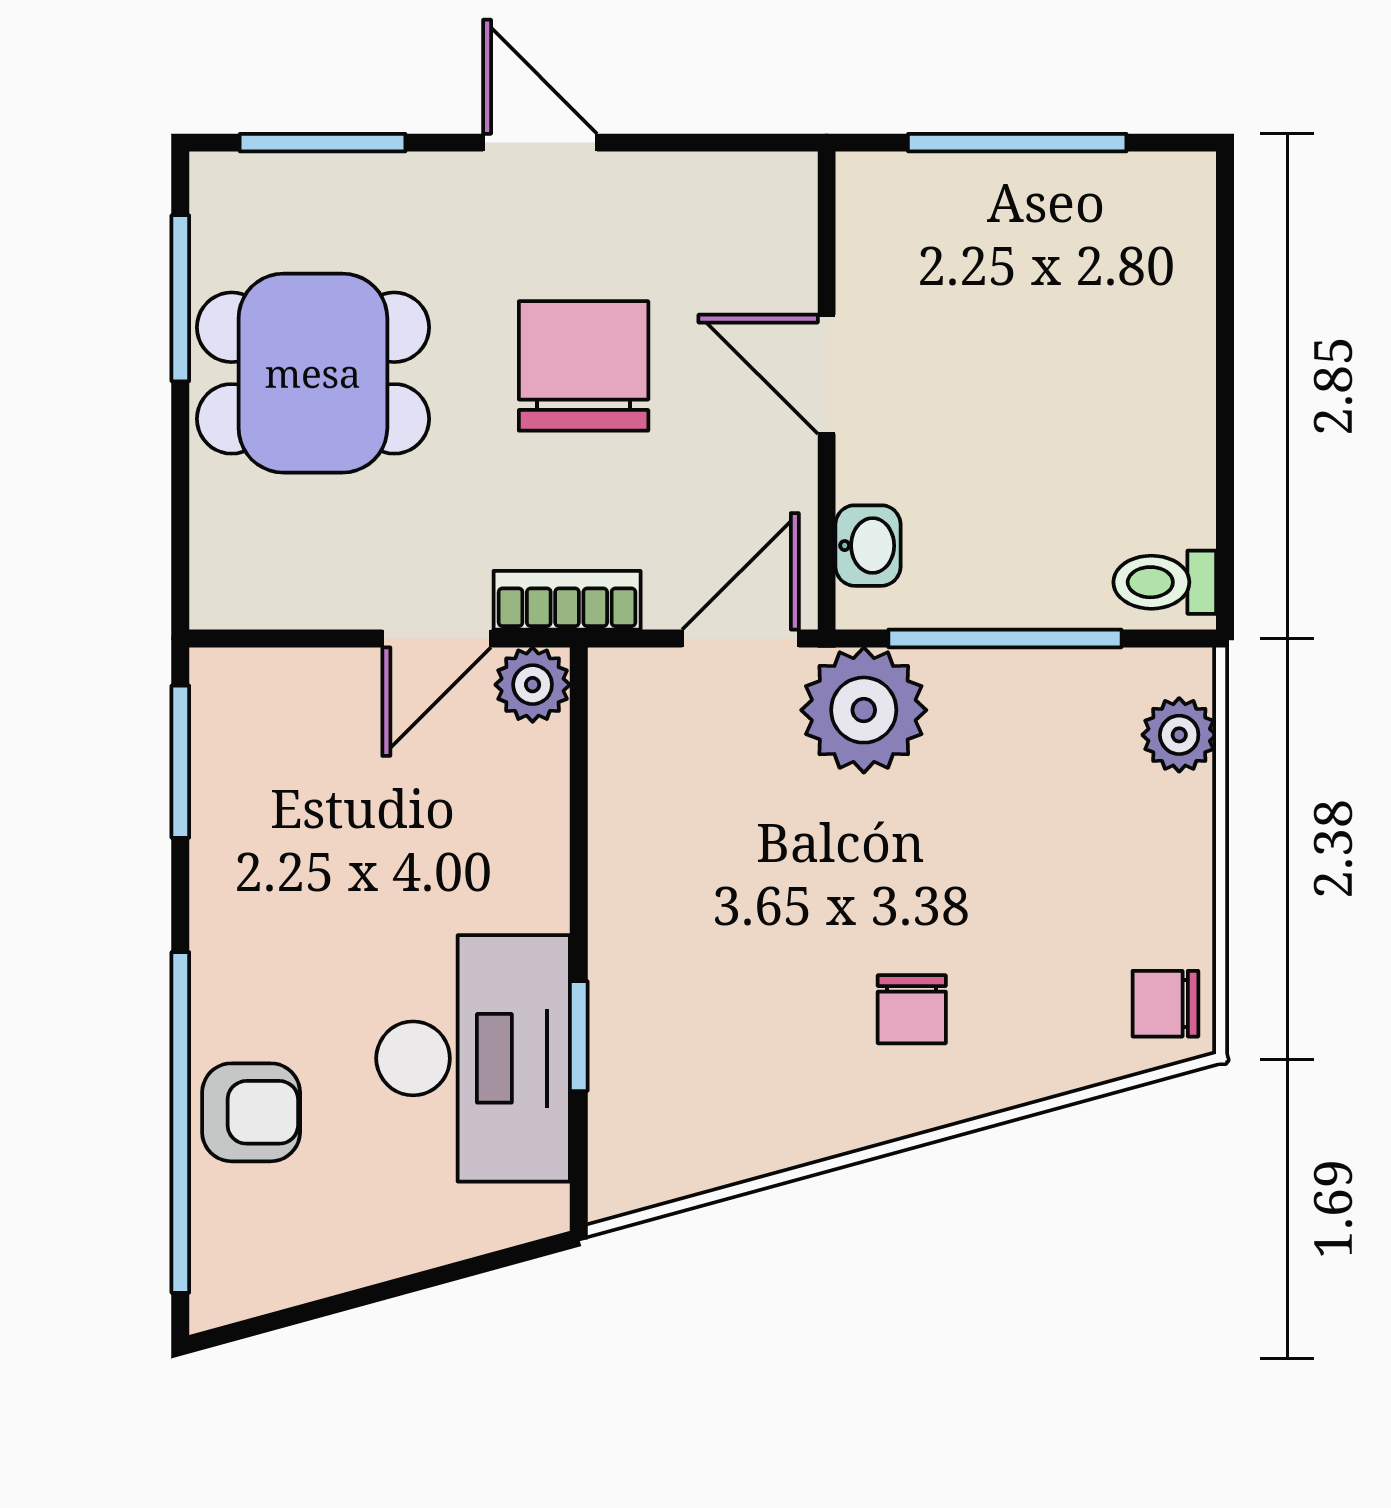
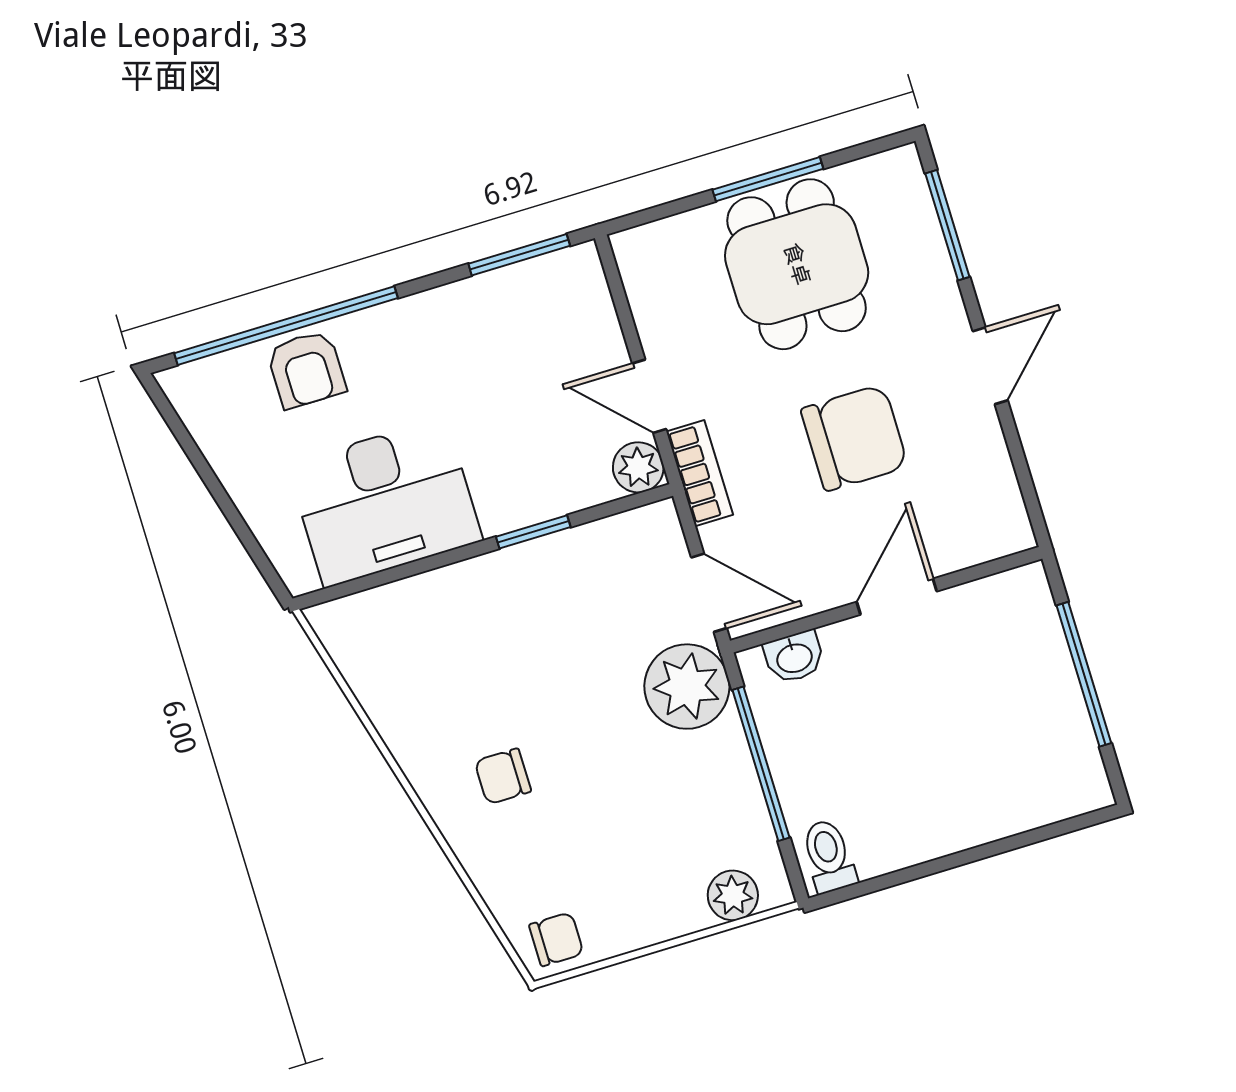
window: (180, 298) -> (768, 179), moved
chair: (1165, 1004) -> (556, 939), turned 90
window: (579, 1036) -> (533, 532), moved

